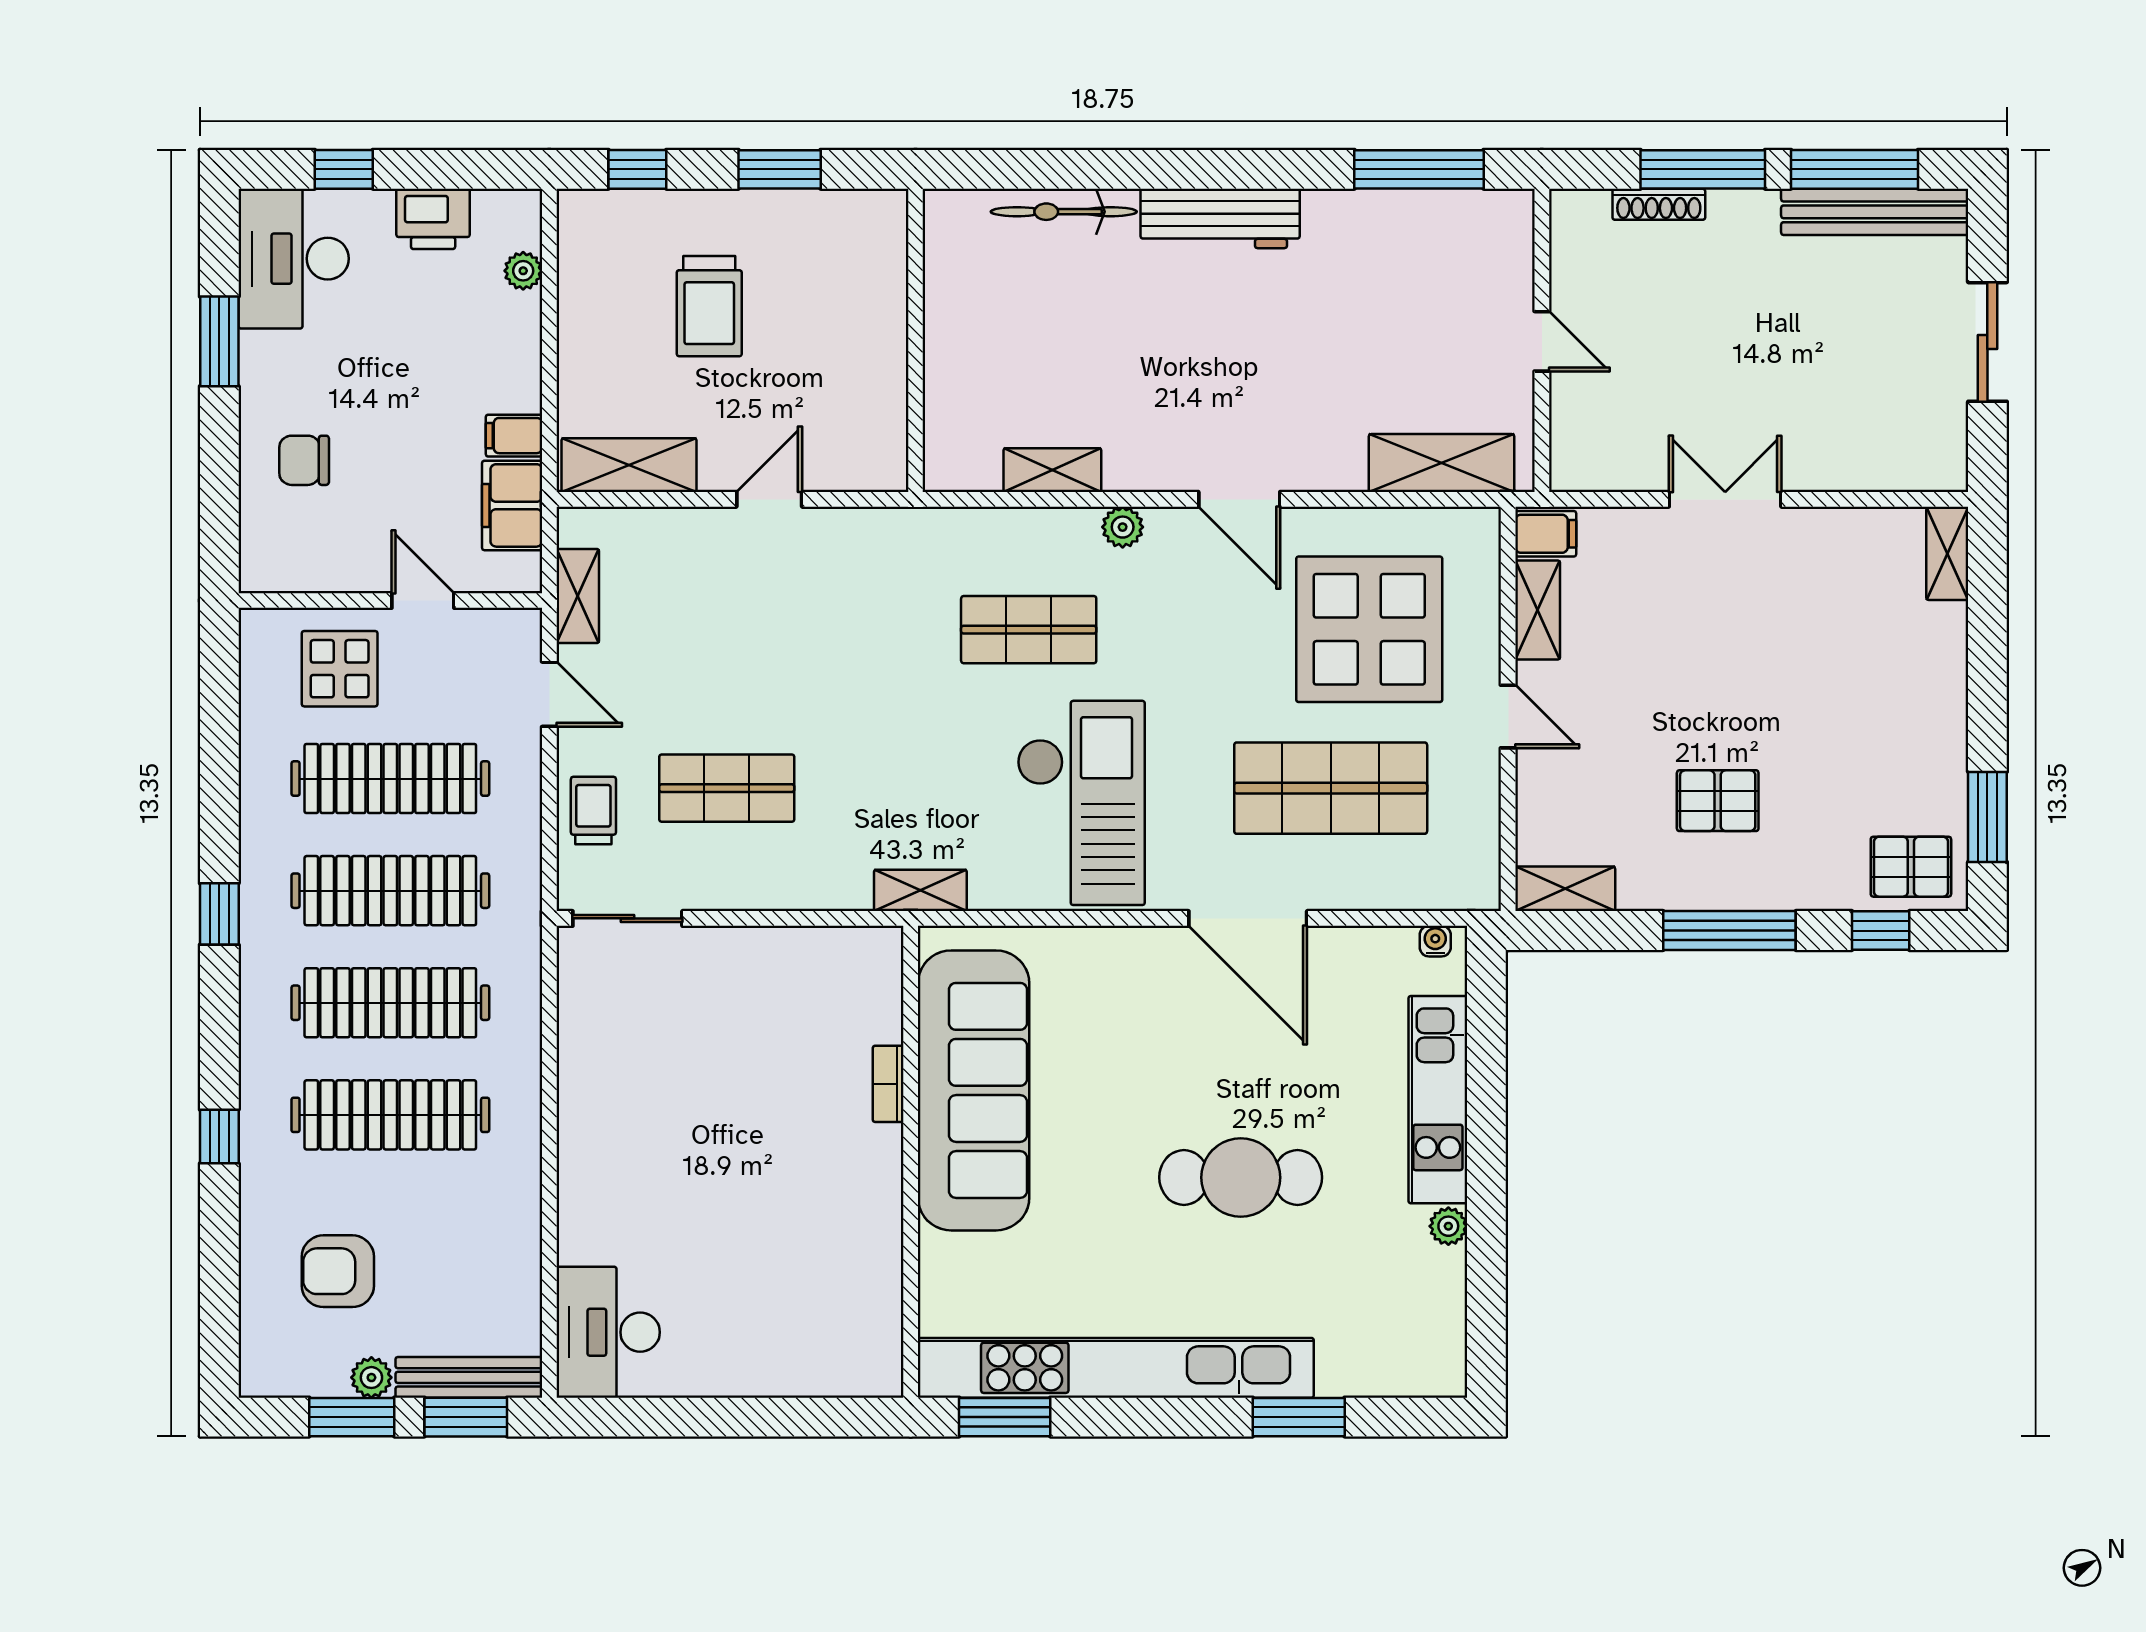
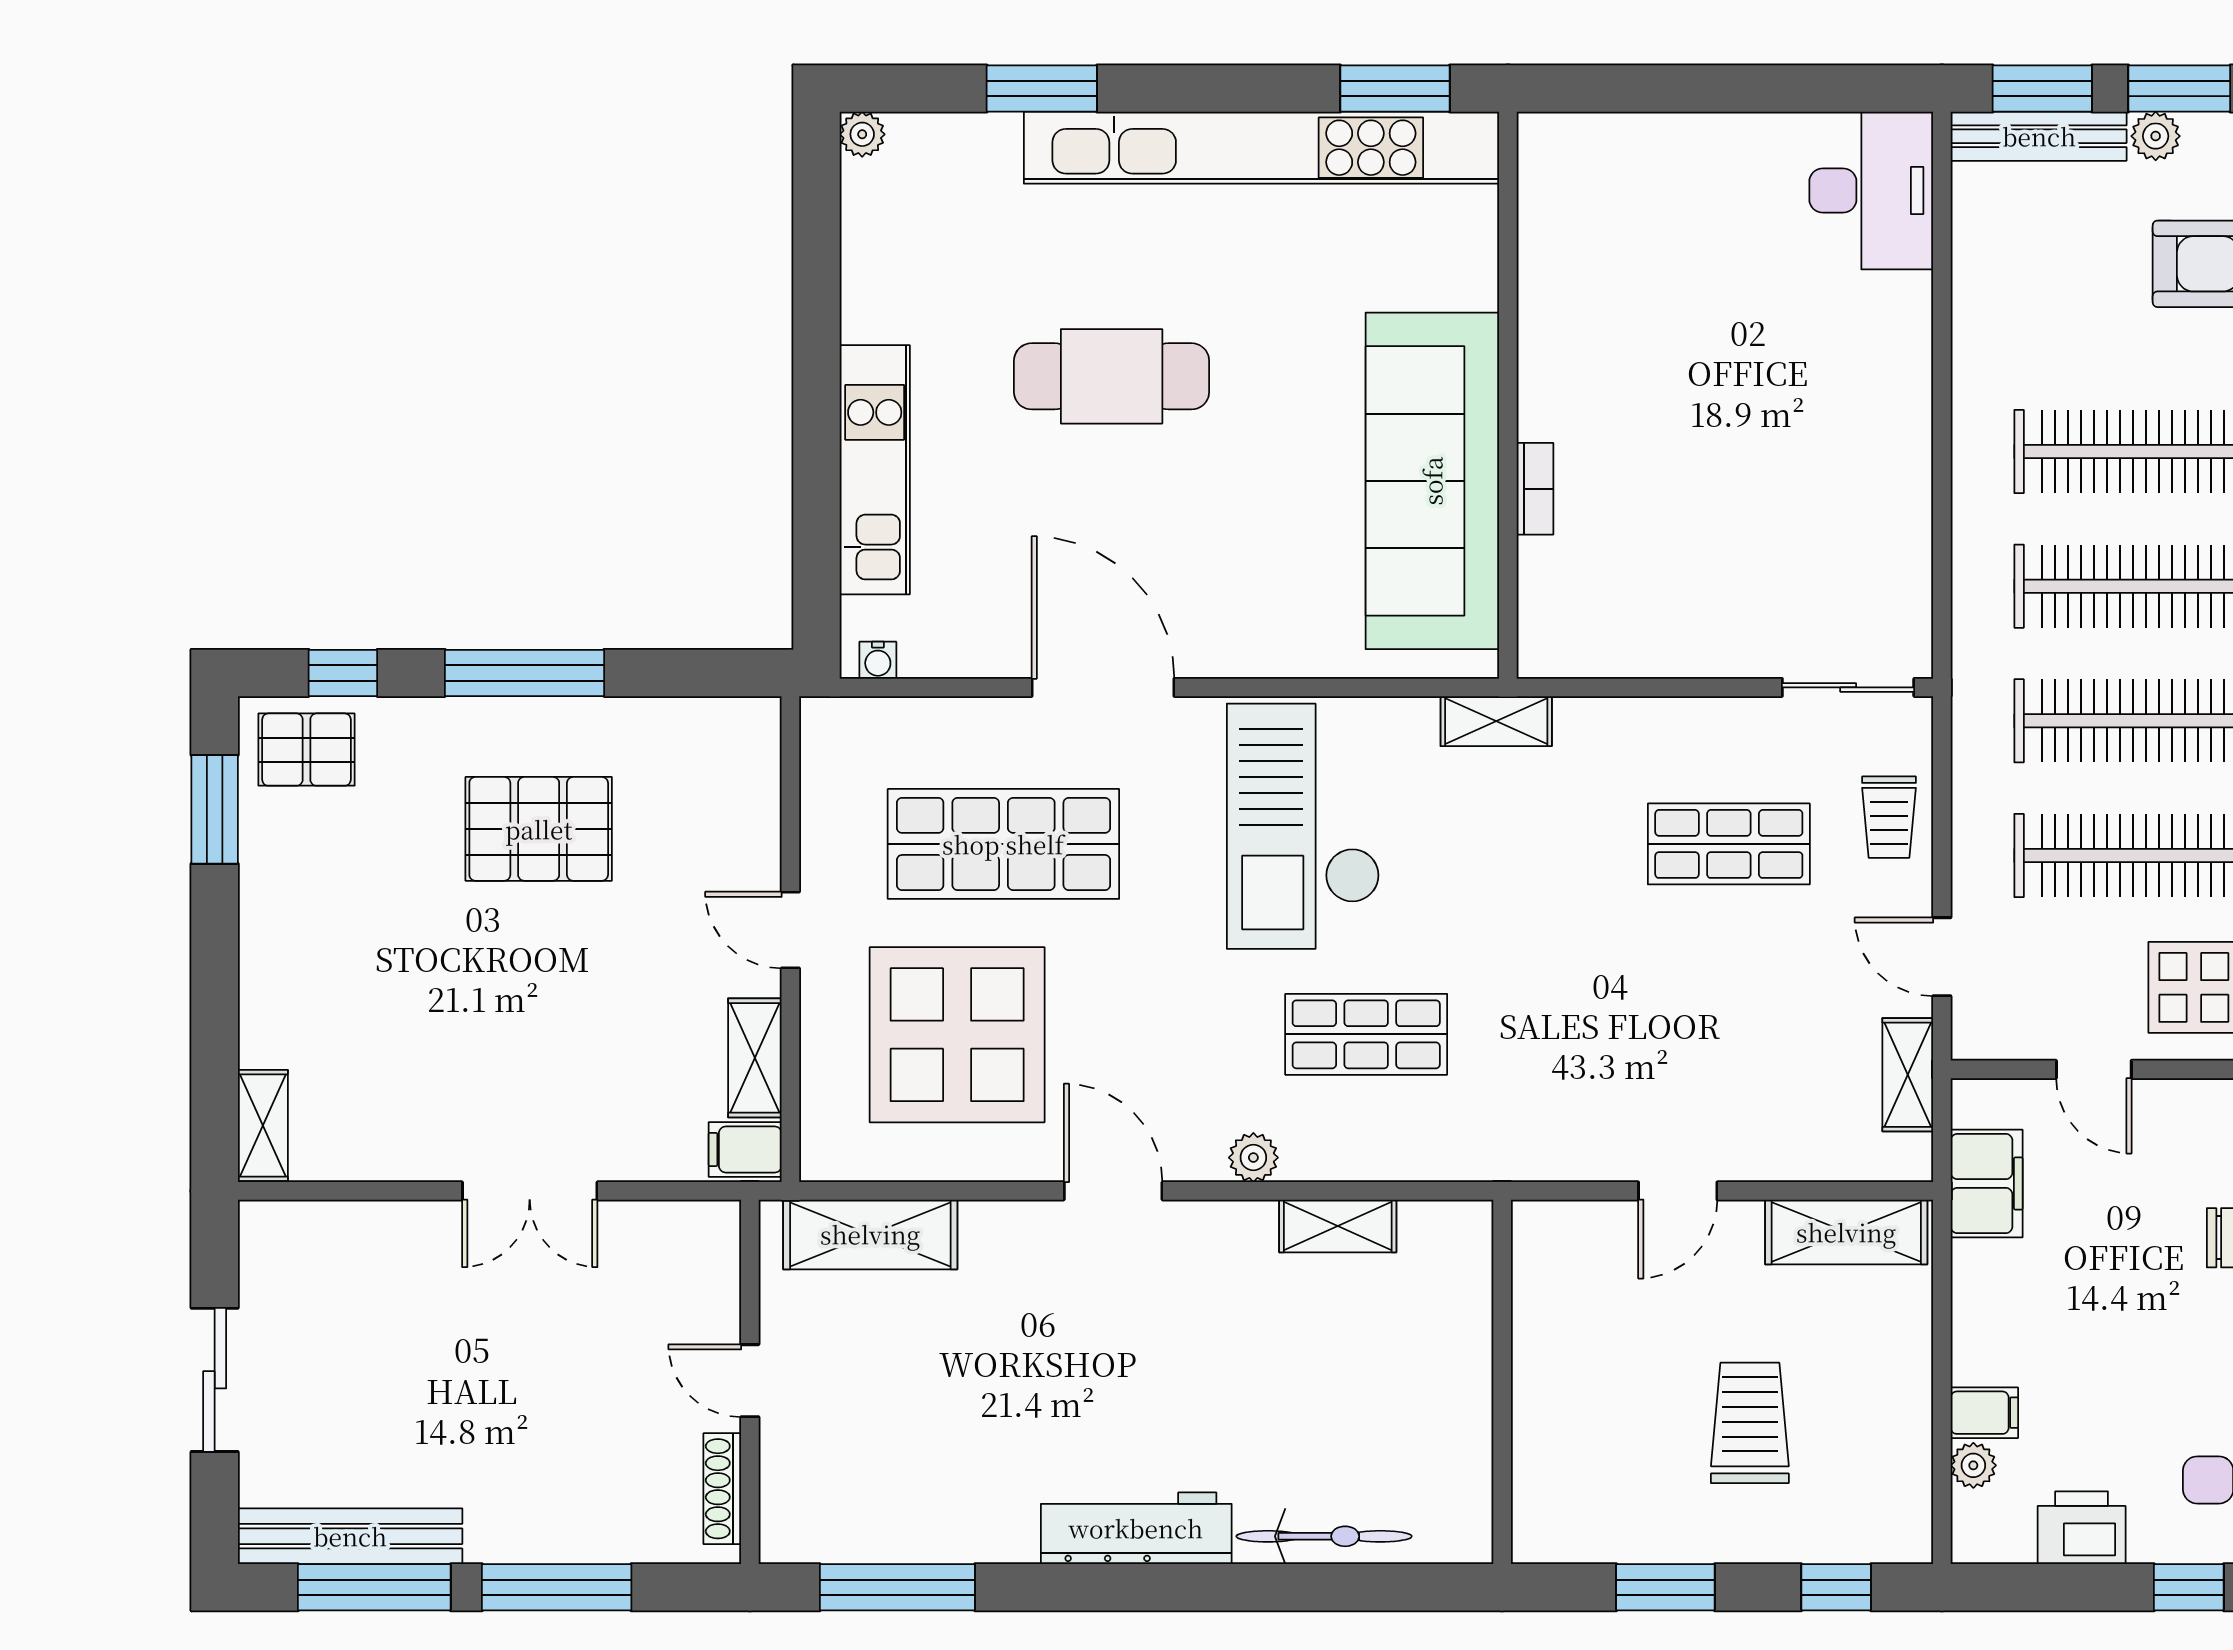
shoe rack: (1659, 204) -> (722, 1489), moved, turned -90
filing cabinet: (514, 436) -> (1984, 1413), moved
pallet: (1718, 801) -> (539, 829), width x1.50, depth x1.42
shelving: (1565, 889) -> (722, 723), removed
plant: (1448, 1226) -> (862, 134), moved

